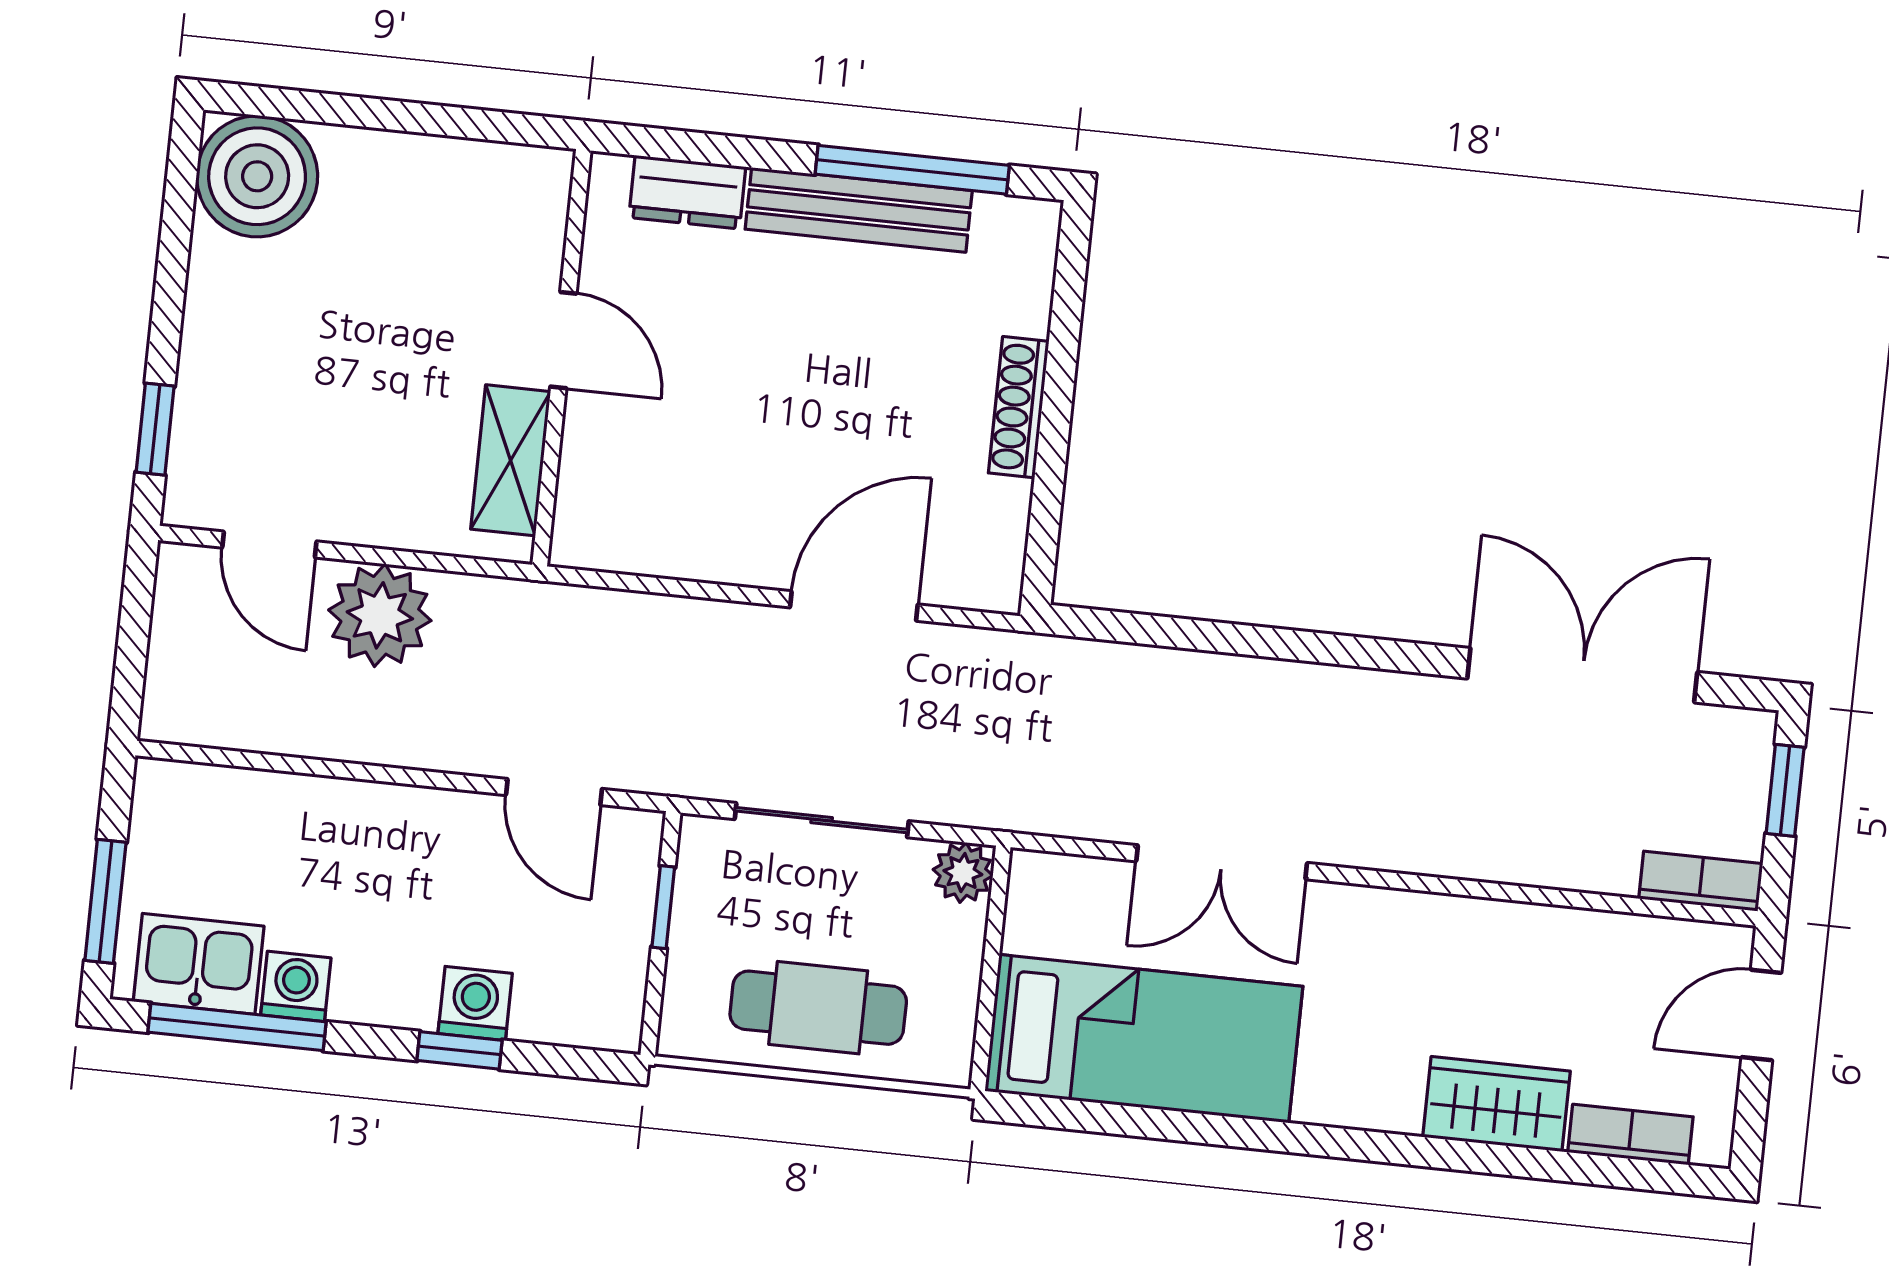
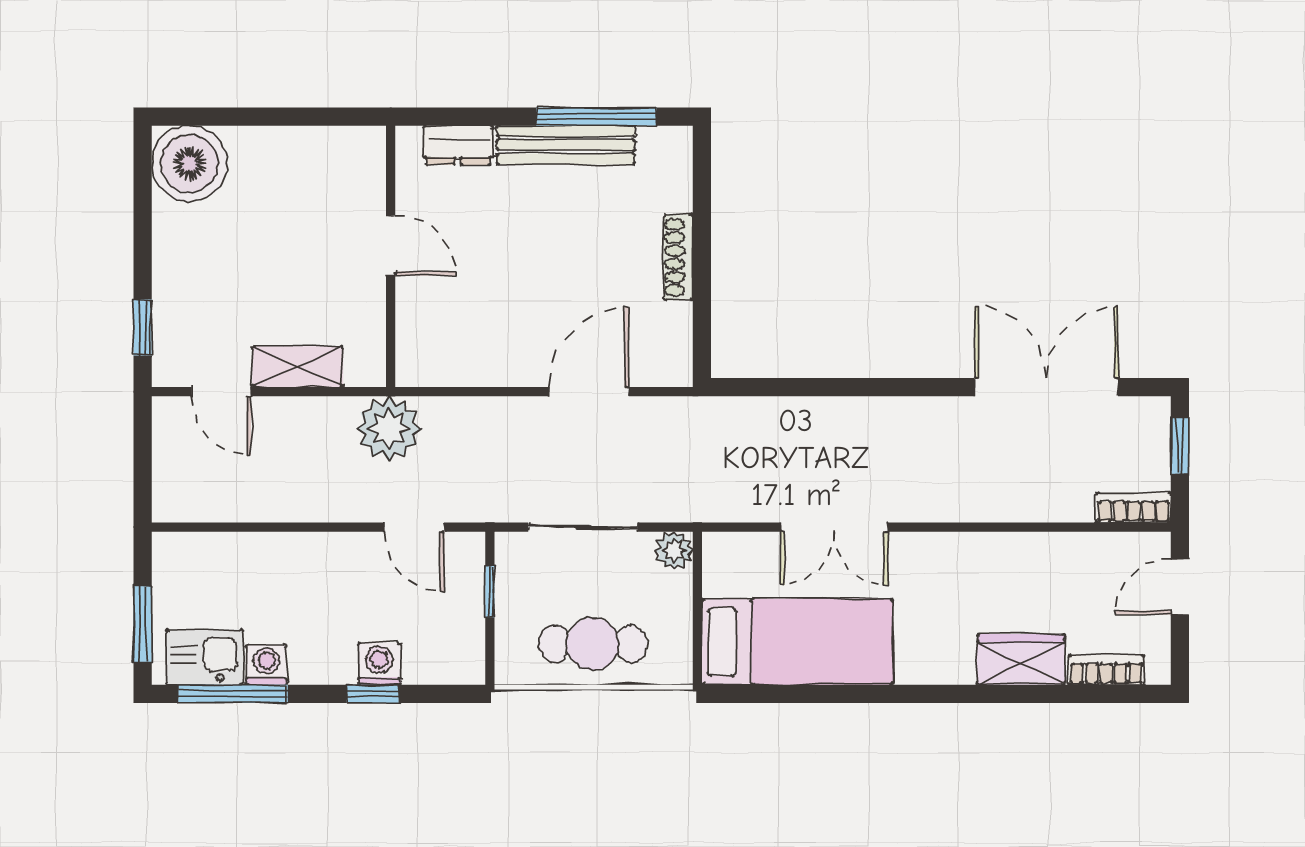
shelving: (511, 460) -> (298, 367), moved, turned 90
plant: (380, 615) -> (389, 429), moved

